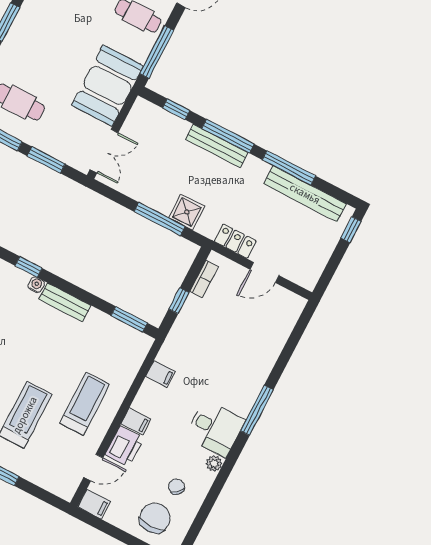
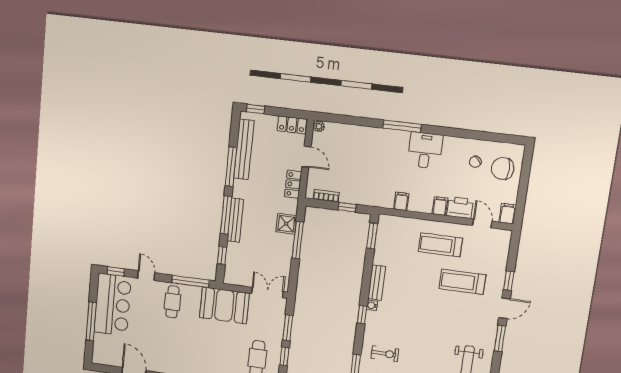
locker: (313, 269) -> (292, 125), added
plant: (214, 464) -> (319, 126), moved

